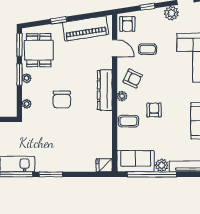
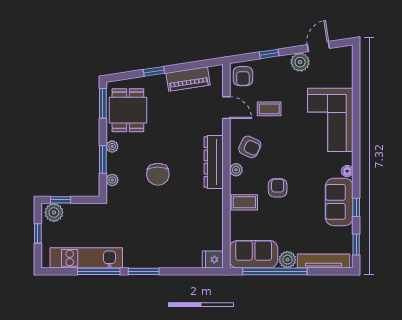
piano: (85, 28) -> (188, 79), width x0.73, depth x0.75
window: (19, 75) -> (103, 159), moved

